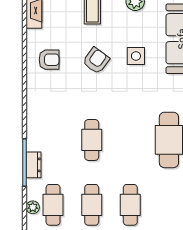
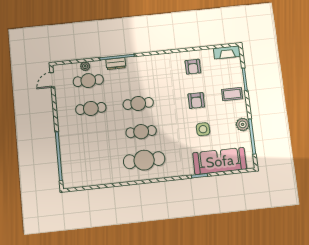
armchair: (96, 61) -> (196, 101), turned 54
cafe table: (130, 205) -> (141, 132), moved

